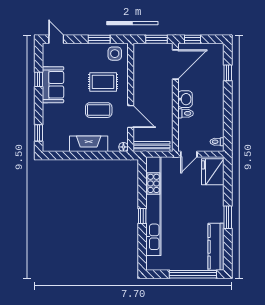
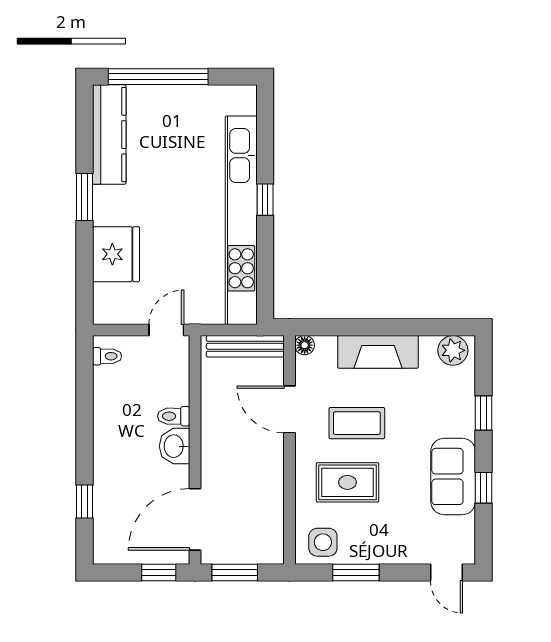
window: (39, 133) -> (483, 413), moved
plant: (53, 144) -> (453, 350), added
fridge: (213, 172) -> (116, 254), moved

